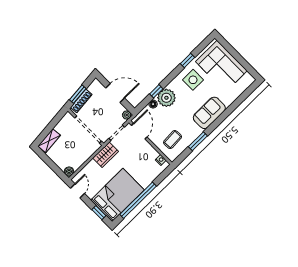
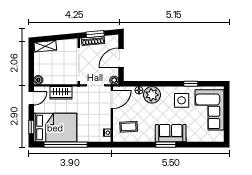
window: (156, 91) -> (149, 84), removed
door: (115, 93) -> (121, 58), swing flipped
window: (198, 141) -> (166, 145), moved
wardrobe: (106, 155) -> (61, 93), moved

